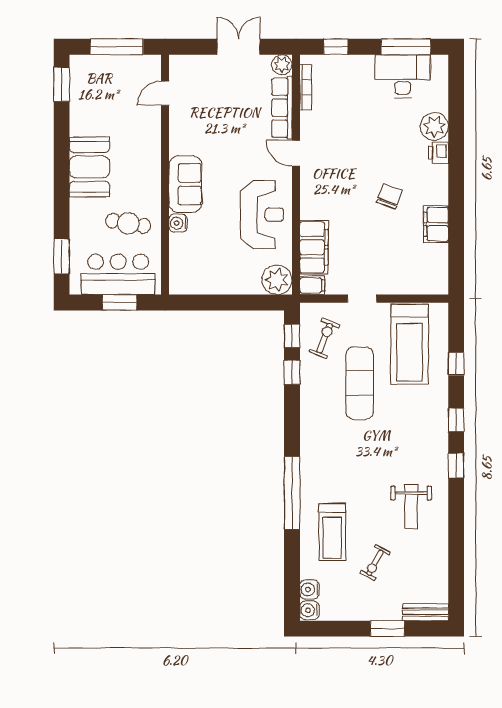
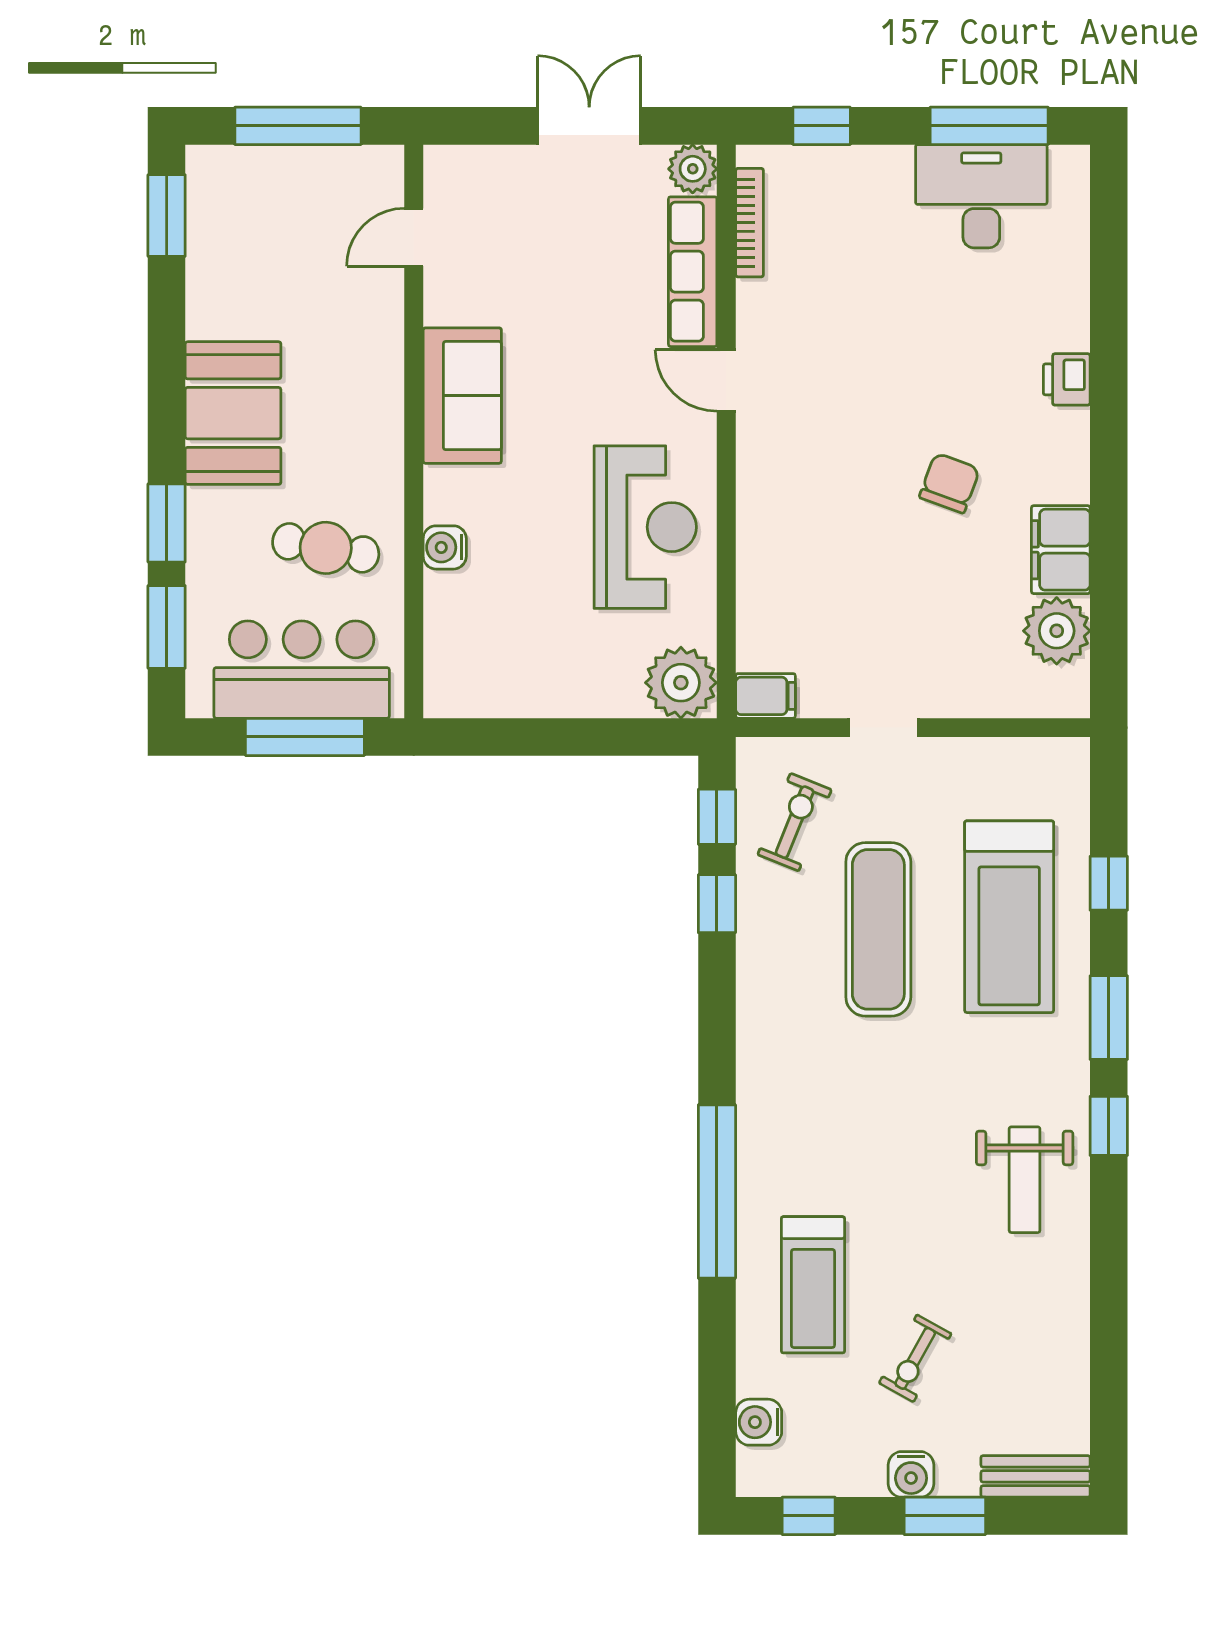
plant: (434, 127) -> (1057, 631), moved
sofa: (185, 184) -> (462, 396), moved
window: (62, 213) -> (167, 523), added
filing cabinet: (314, 247) -> (769, 605), removed
window: (119, 303) -> (305, 737), width x1.44
treadmill: (409, 344) -> (1009, 917), moved
window: (456, 420) -> (1109, 1018), width x1.50
weight bench: (411, 506) -> (1025, 1180), moved
water cooler: (309, 610) -> (911, 1474), moved, turned -90
window: (330, 629) -> (809, 1516), added

